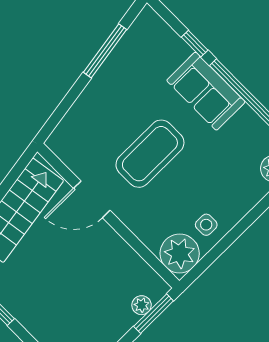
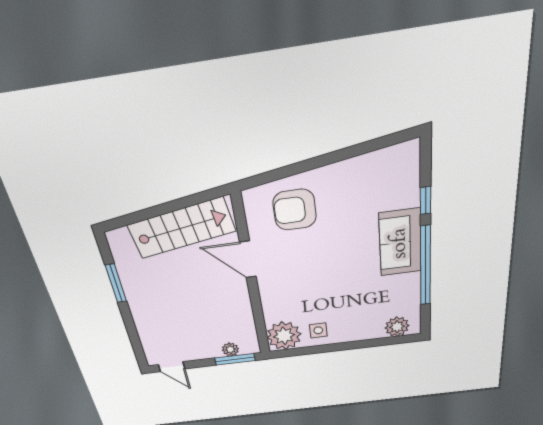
window: (105, 51) -> (351, 152), removed
armchair: (97, 127) -> (295, 210), added
coffee table: (150, 154) -> (319, 258), removed

